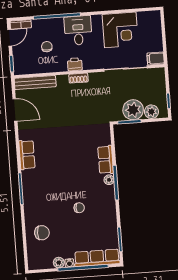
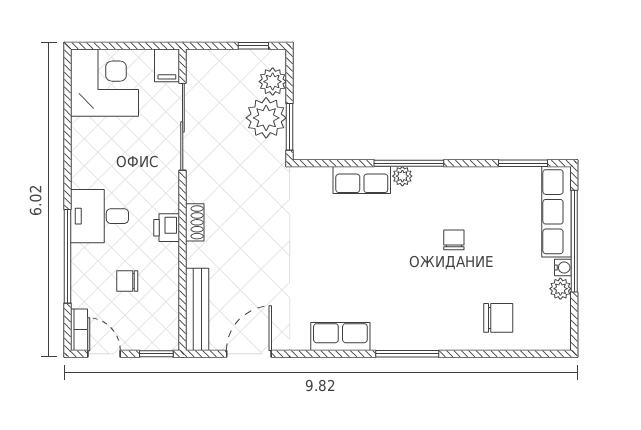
corner desk: (120, 30) -> (105, 83), moved
chair: (42, 233) -> (498, 318), turned 90

